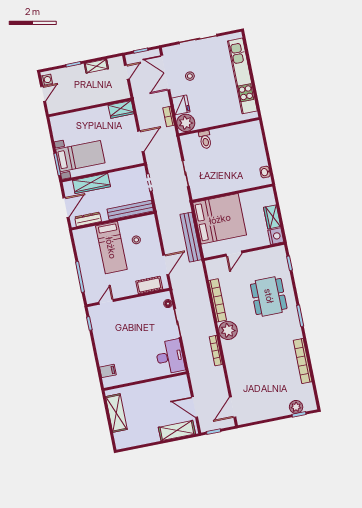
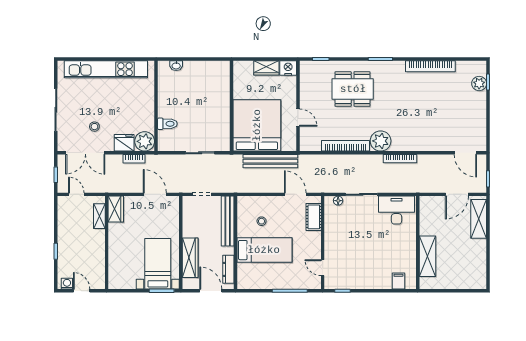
shelving: (96, 66) -> (99, 216), moved
washbasin: (265, 172) -> (176, 66), moved
shelving: (116, 413) -> (427, 256), moved, turned 90

